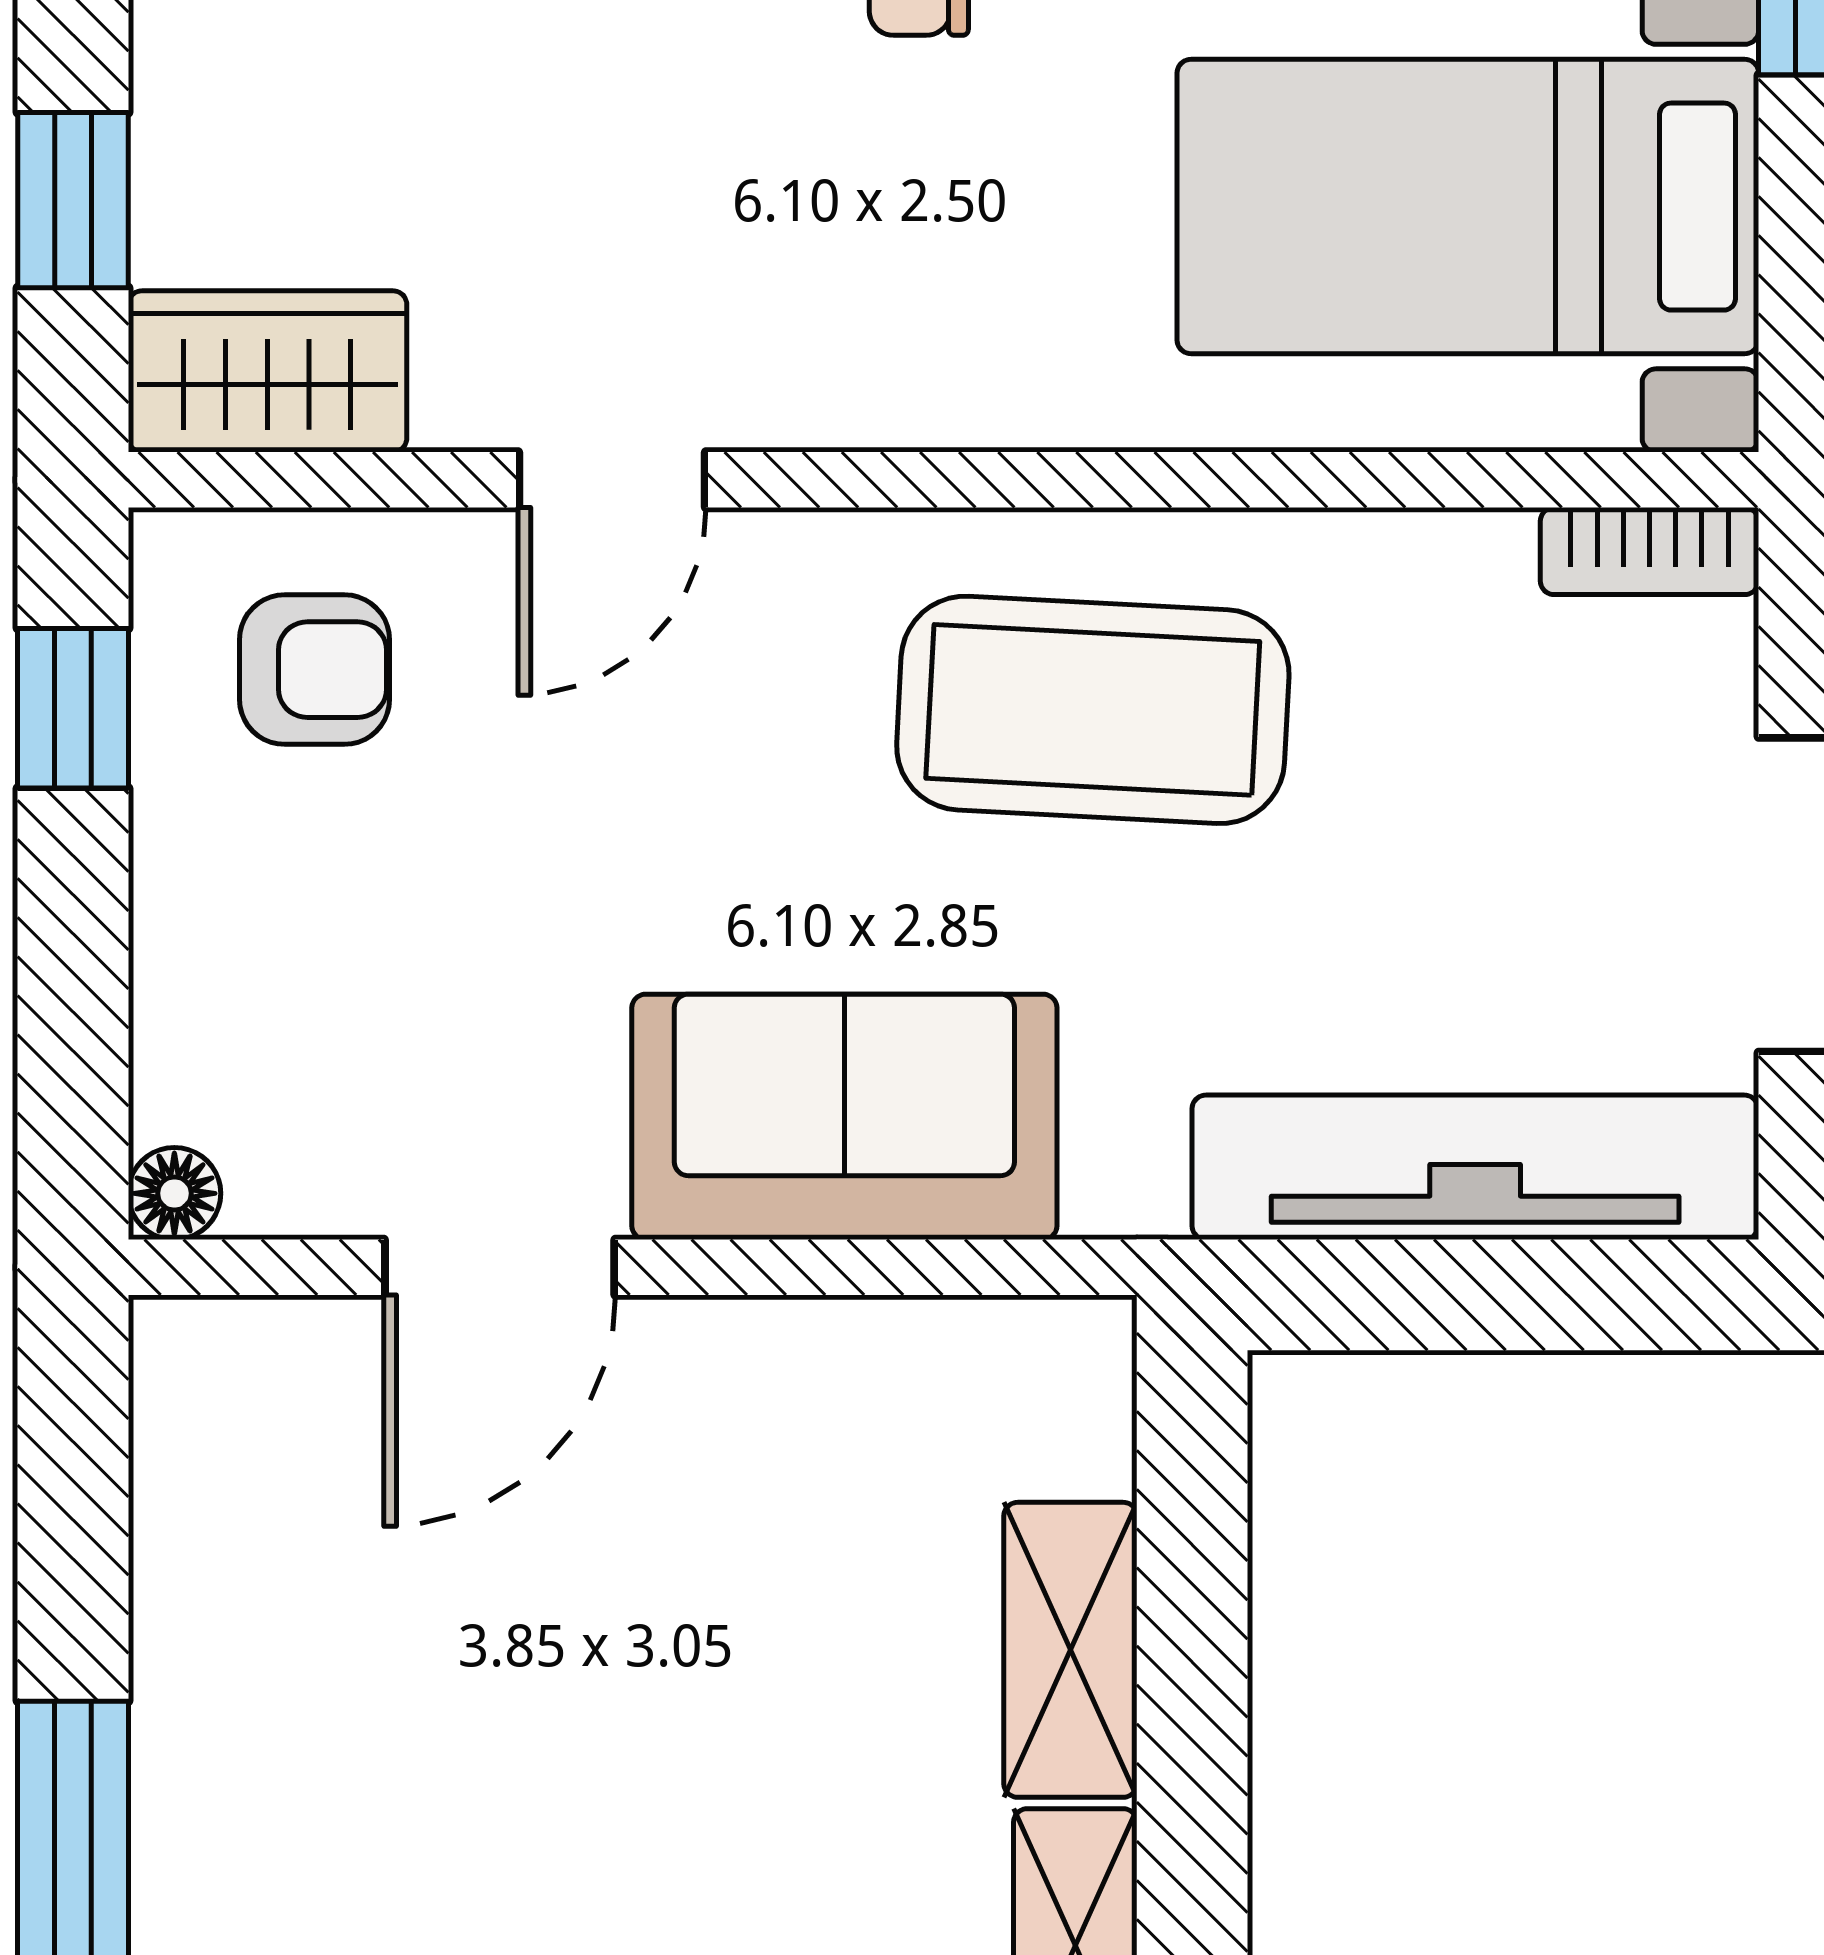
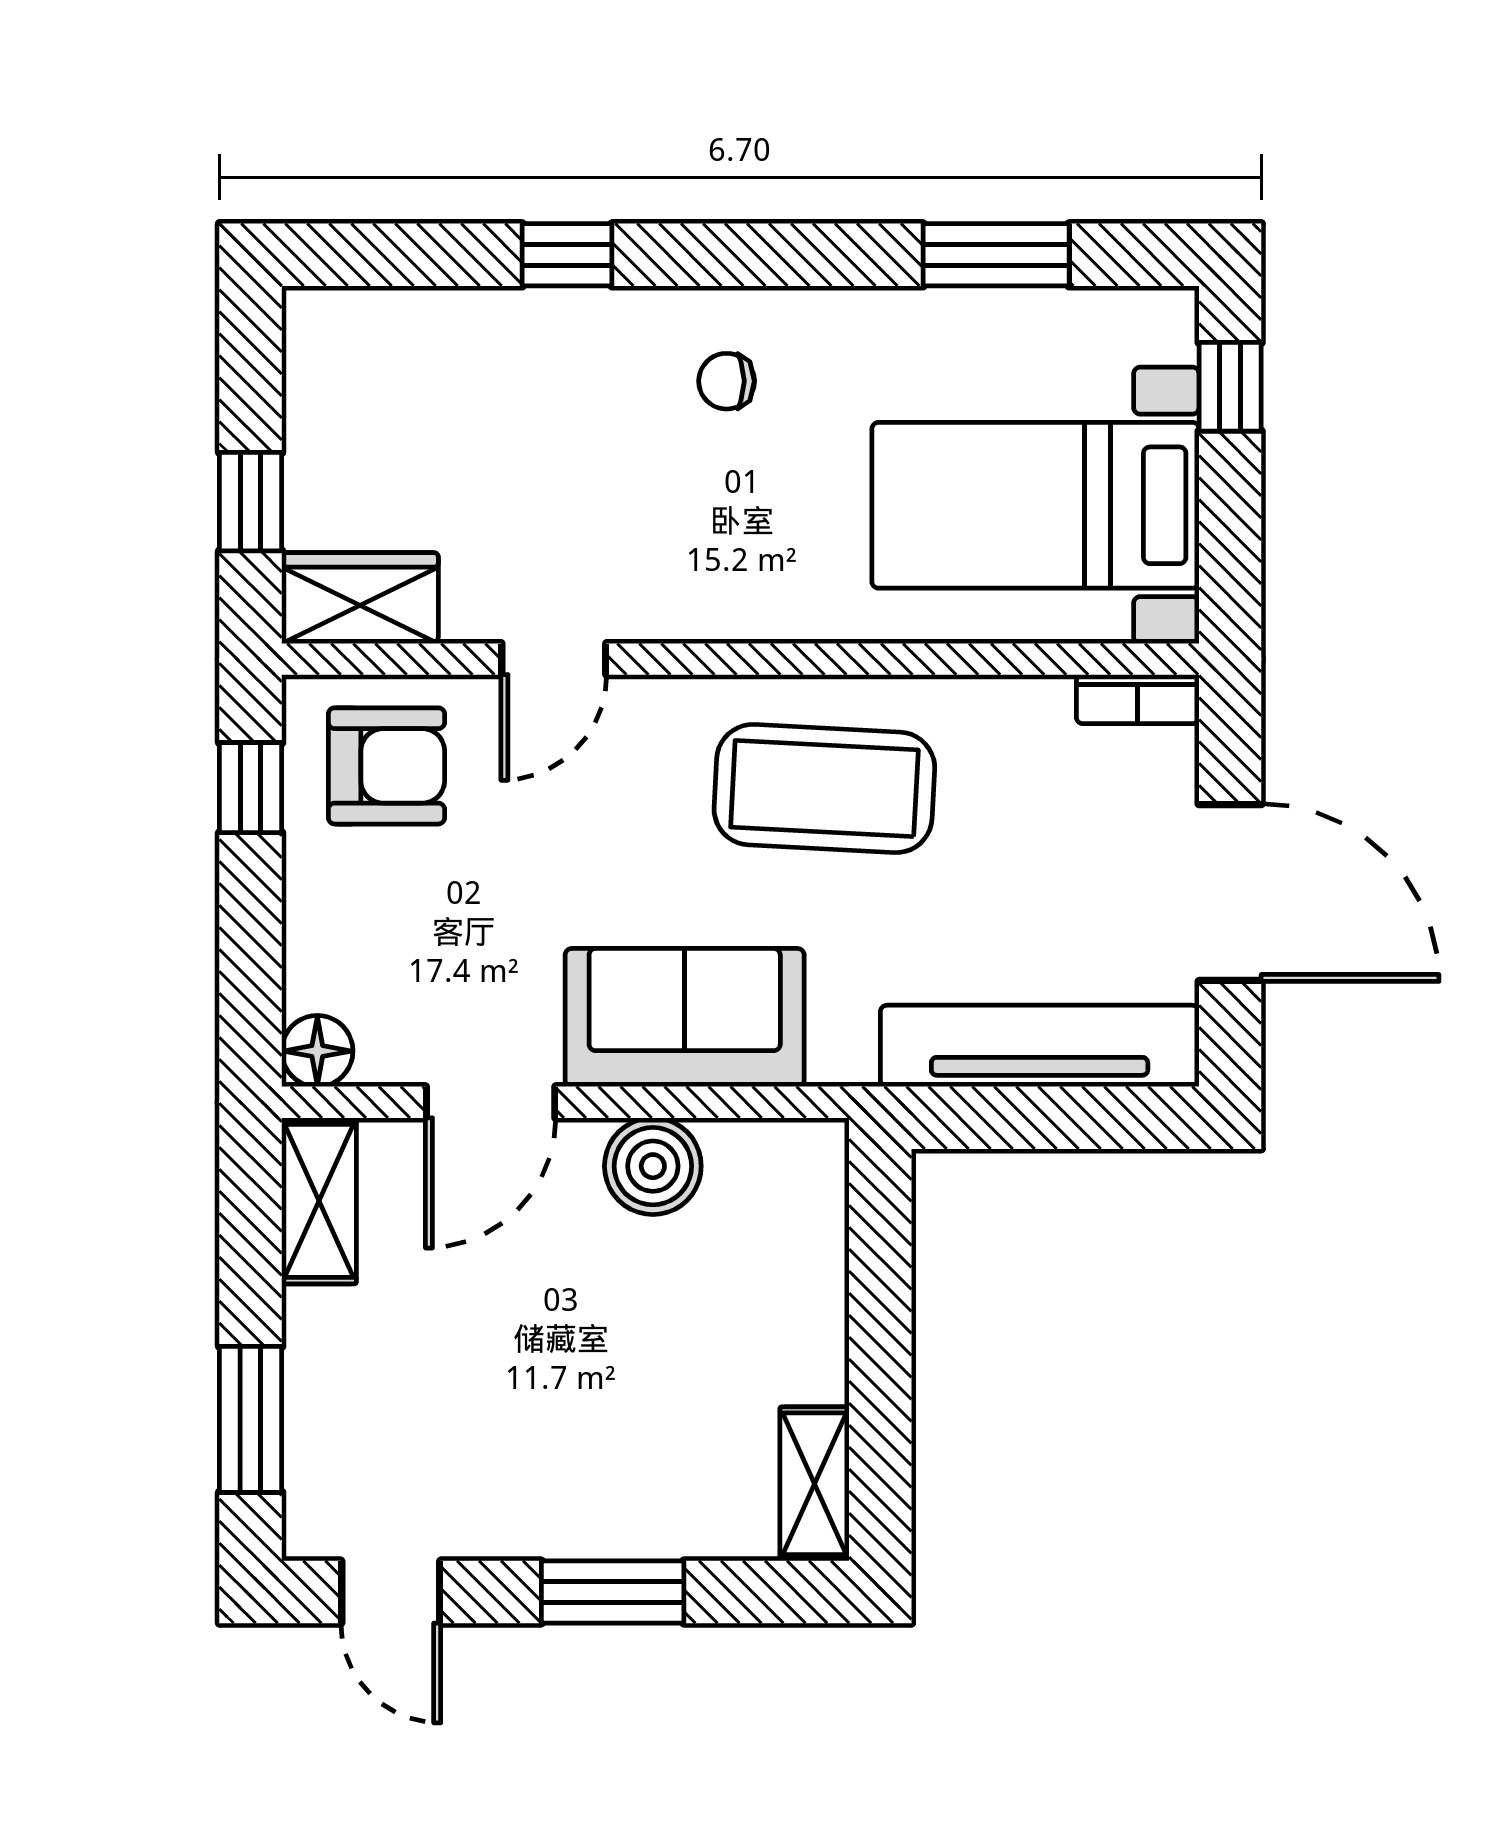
armchair: (315, 670) -> (386, 766), width x1.38, depth x1.38
floor lamp: (174, 1193) -> (317, 1051), width x1.37, depth x1.37
boiler: (788, 1381) -> (653, 1166), added
shelving: (1070, 1650) -> (319, 1201), moved

